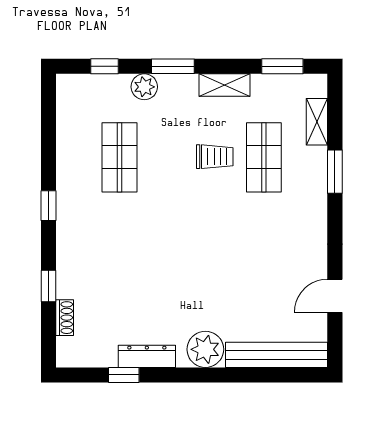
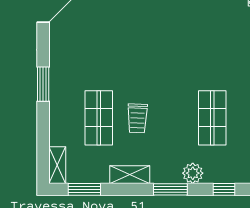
shelving: (317, 122) -> (57, 165), moved
trolley: (215, 157) -> (137, 118), turned -88
window: (335, 172) -> (43, 84), moved

